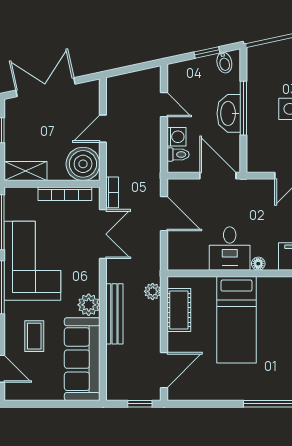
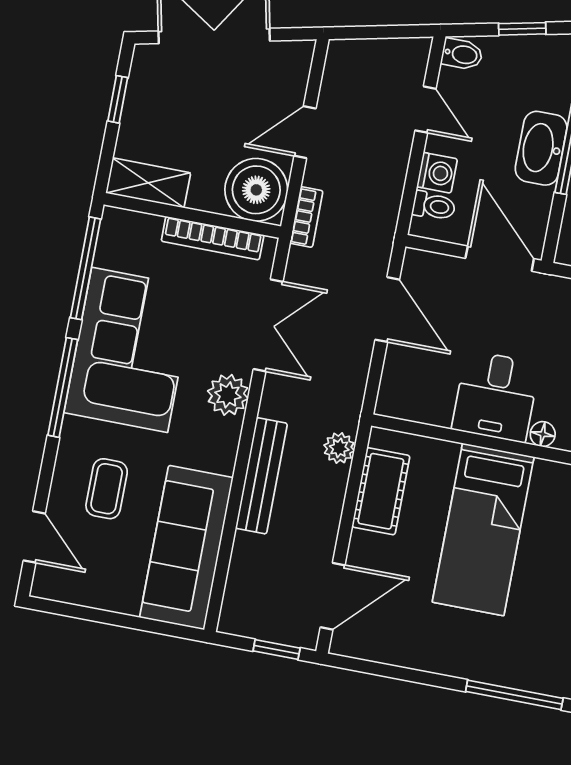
bidet: (224, 63) -> (462, 54), moved, turned -78
bookcase: (112, 192) -> (306, 217), moved
plant: (89, 305) -> (228, 395), moved

